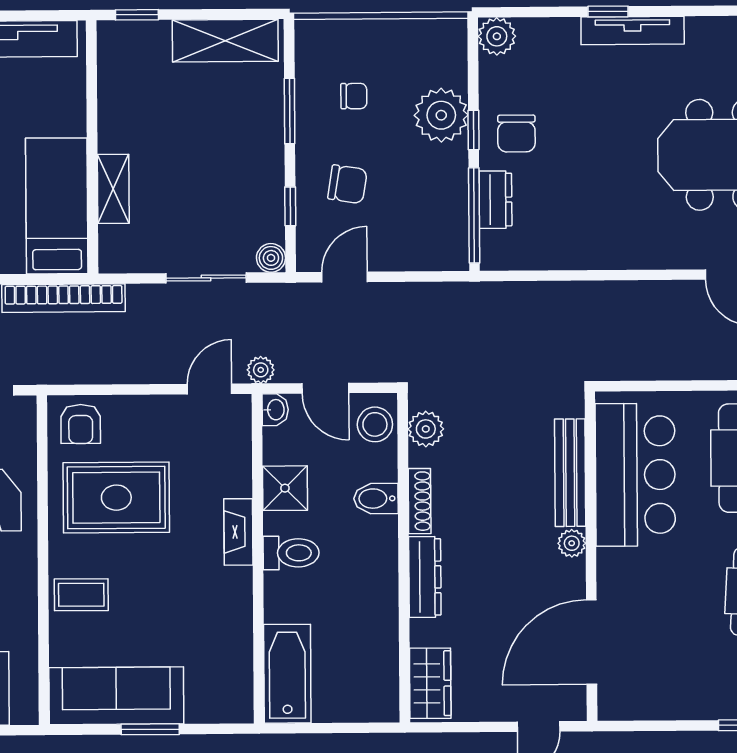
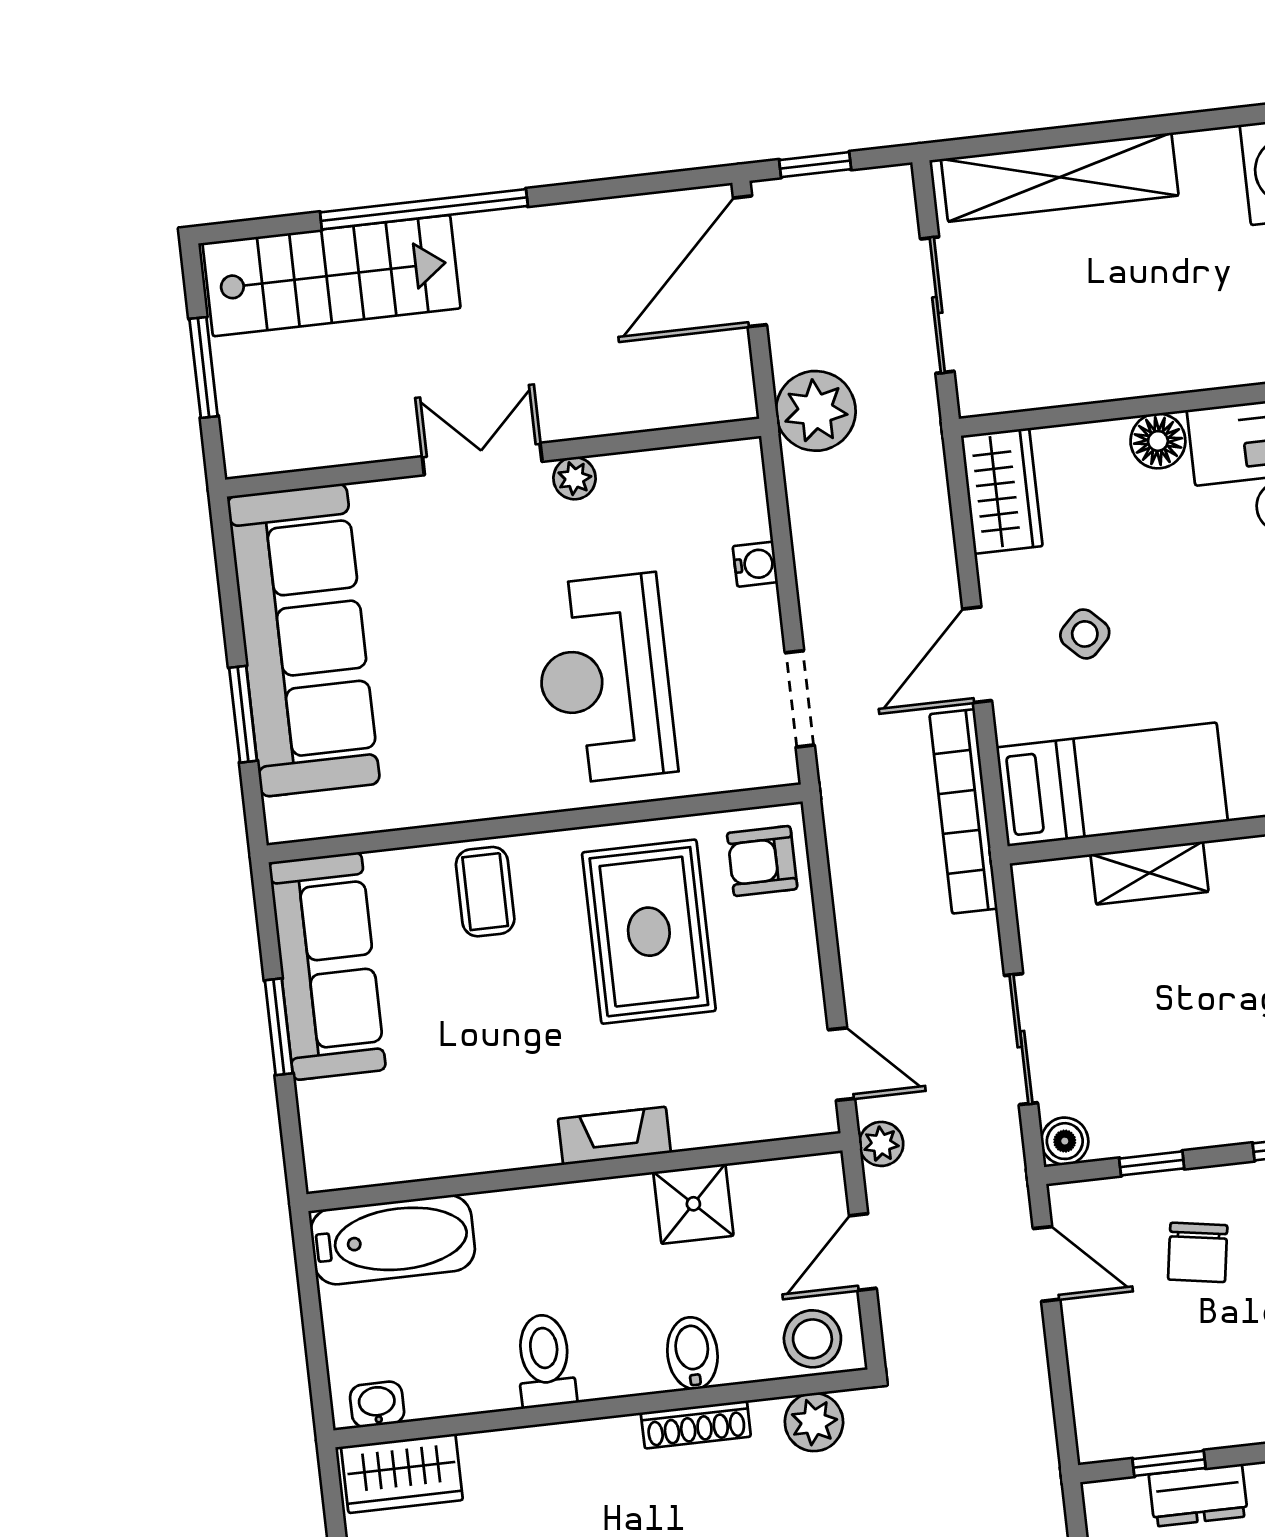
window: (474, 215) -> (1169, 1463), width x0.46
washbasin: (275, 410) -> (377, 1404), moved, turned 180
toilet: (291, 553) -> (545, 1361), moved, turned 180
dresser: (425, 577) -> (574, 1446), removed

